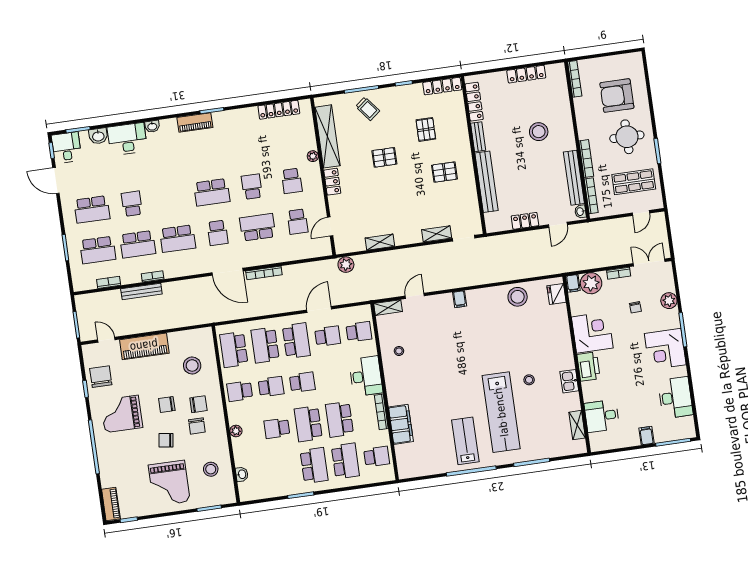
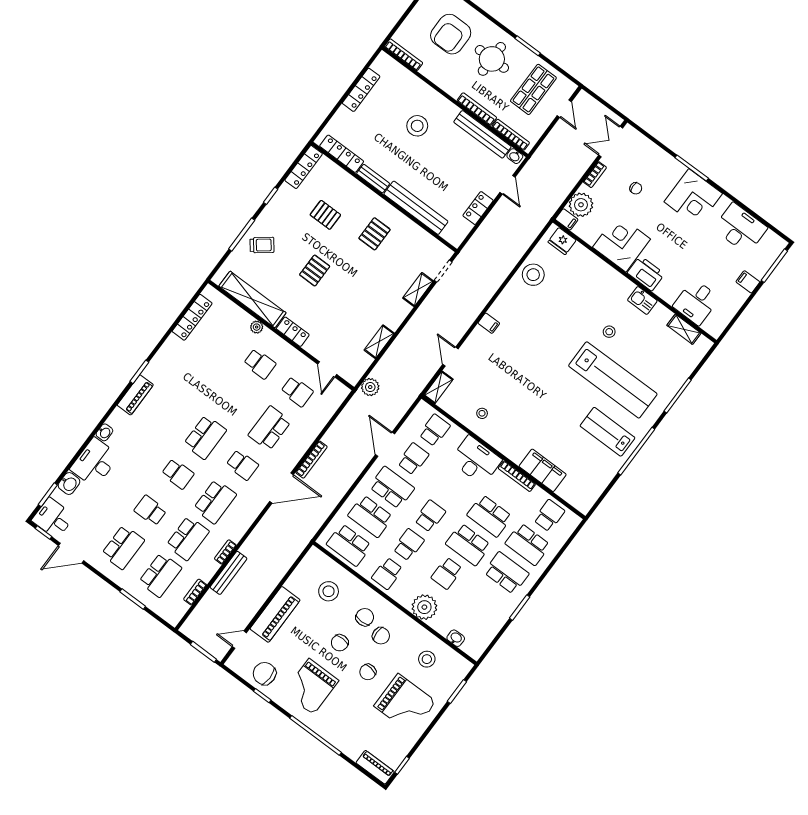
school desk: (252, 187) -> (178, 474), moved, turned 180
plant: (669, 301) -> (657, 156), removed
plant: (236, 431) -> (424, 607), width x1.88, depth x1.88
school desk: (345, 461) -> (528, 544), turned 180

